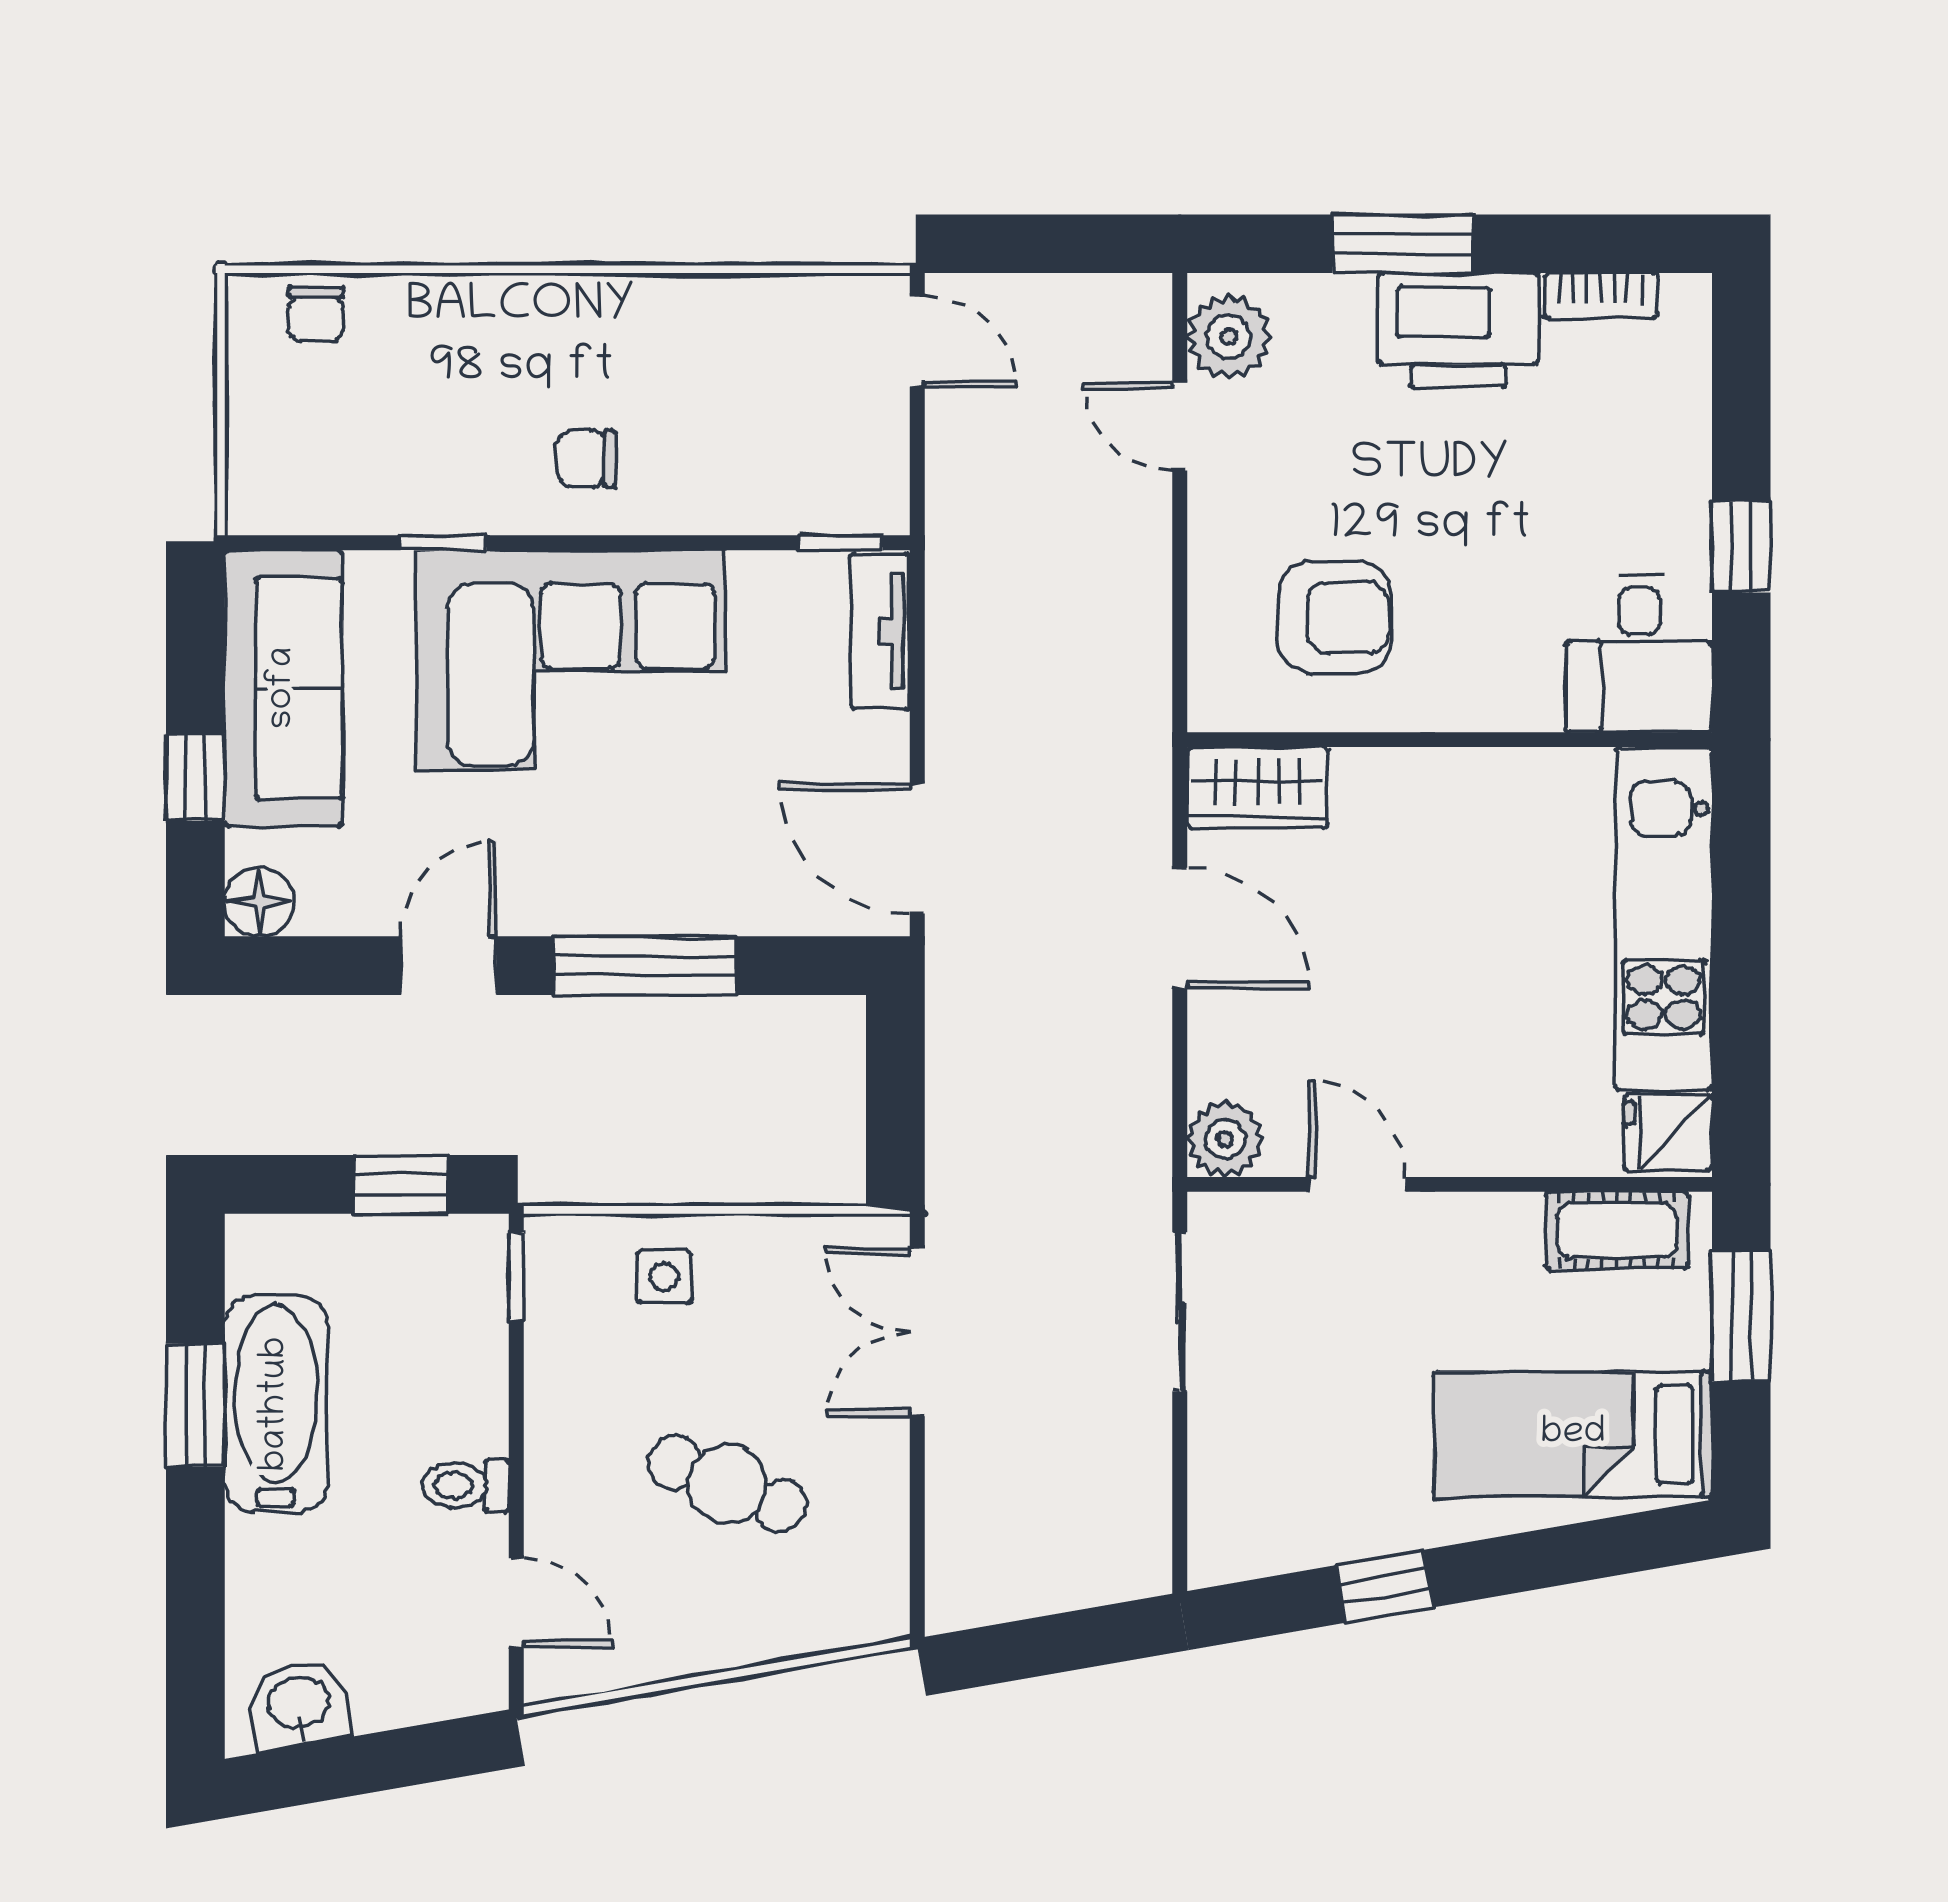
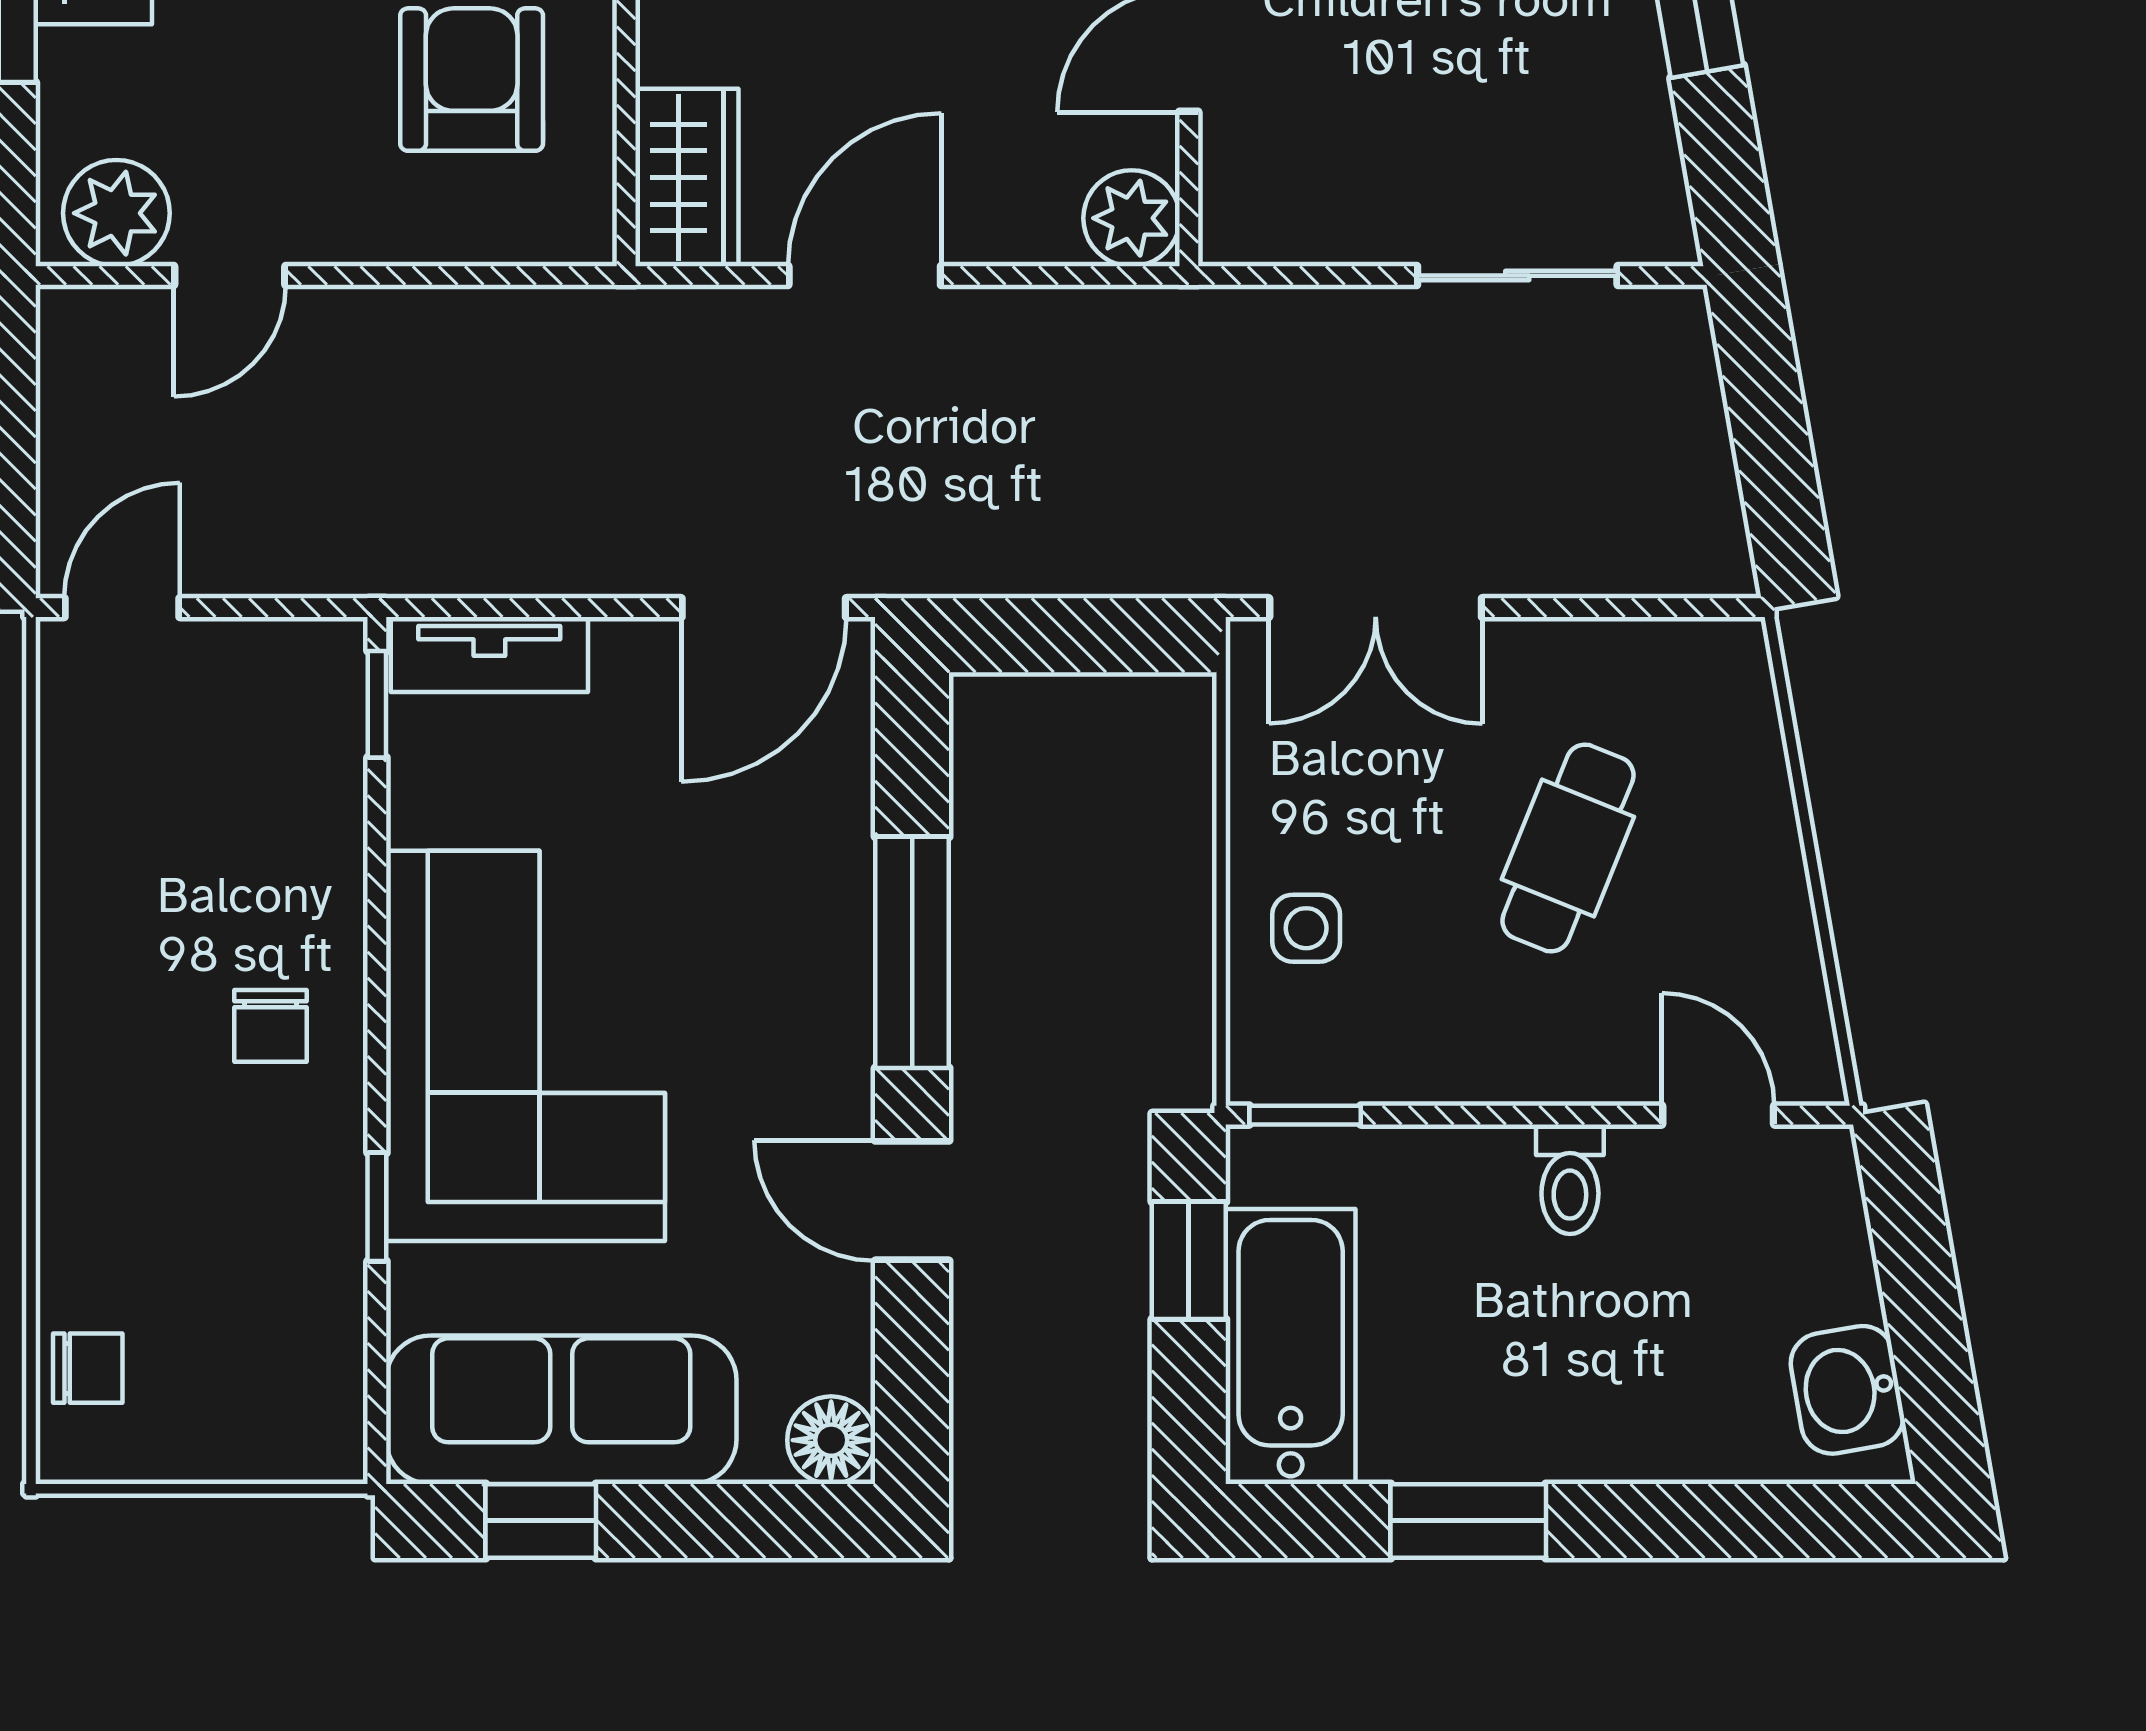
window: (195, 777) -> (541, 1521), moved
sliding door: (1180, 1312) -> (1517, 276), moved
bathtub: (276, 1404) -> (1291, 1346), moved, turned 90
door: (516, 1603) -> (1718, 1115), hinge flipped

